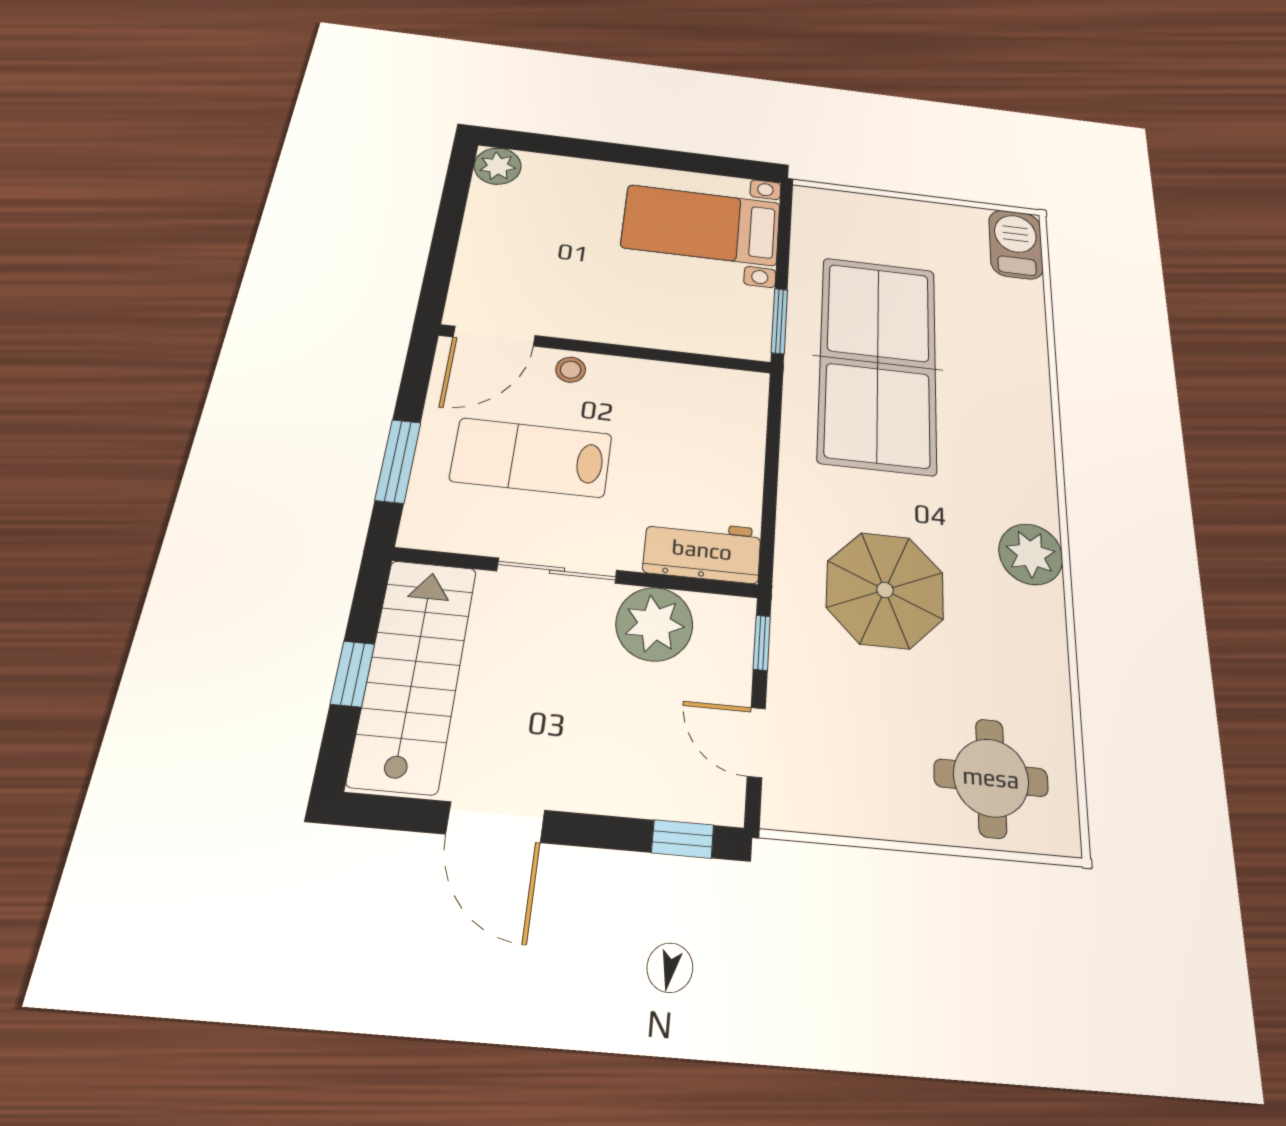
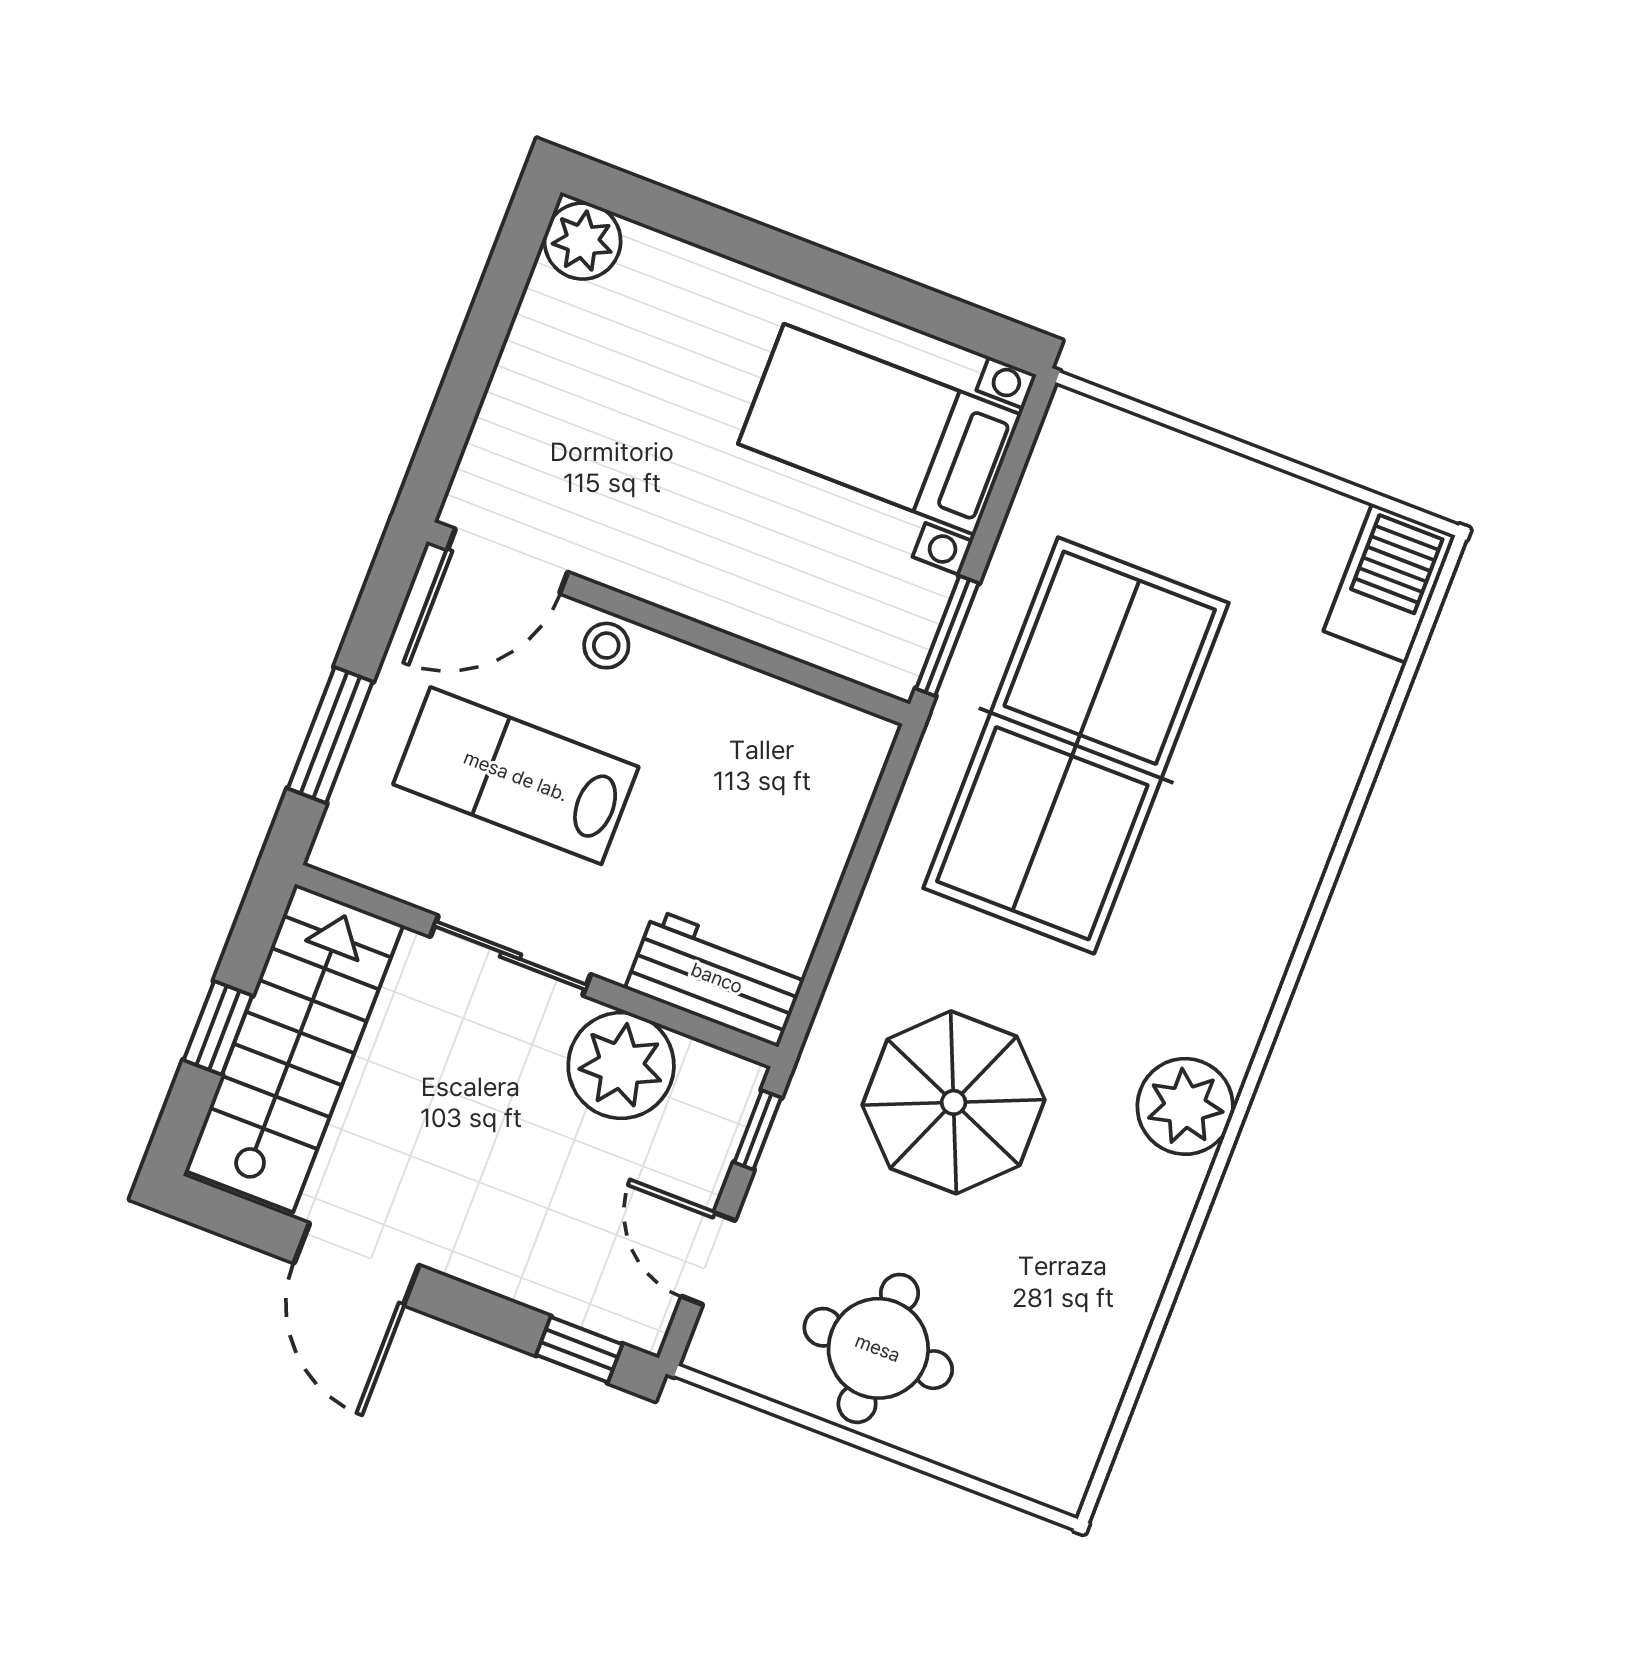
round table: (991, 778) -> (878, 1348), moved

